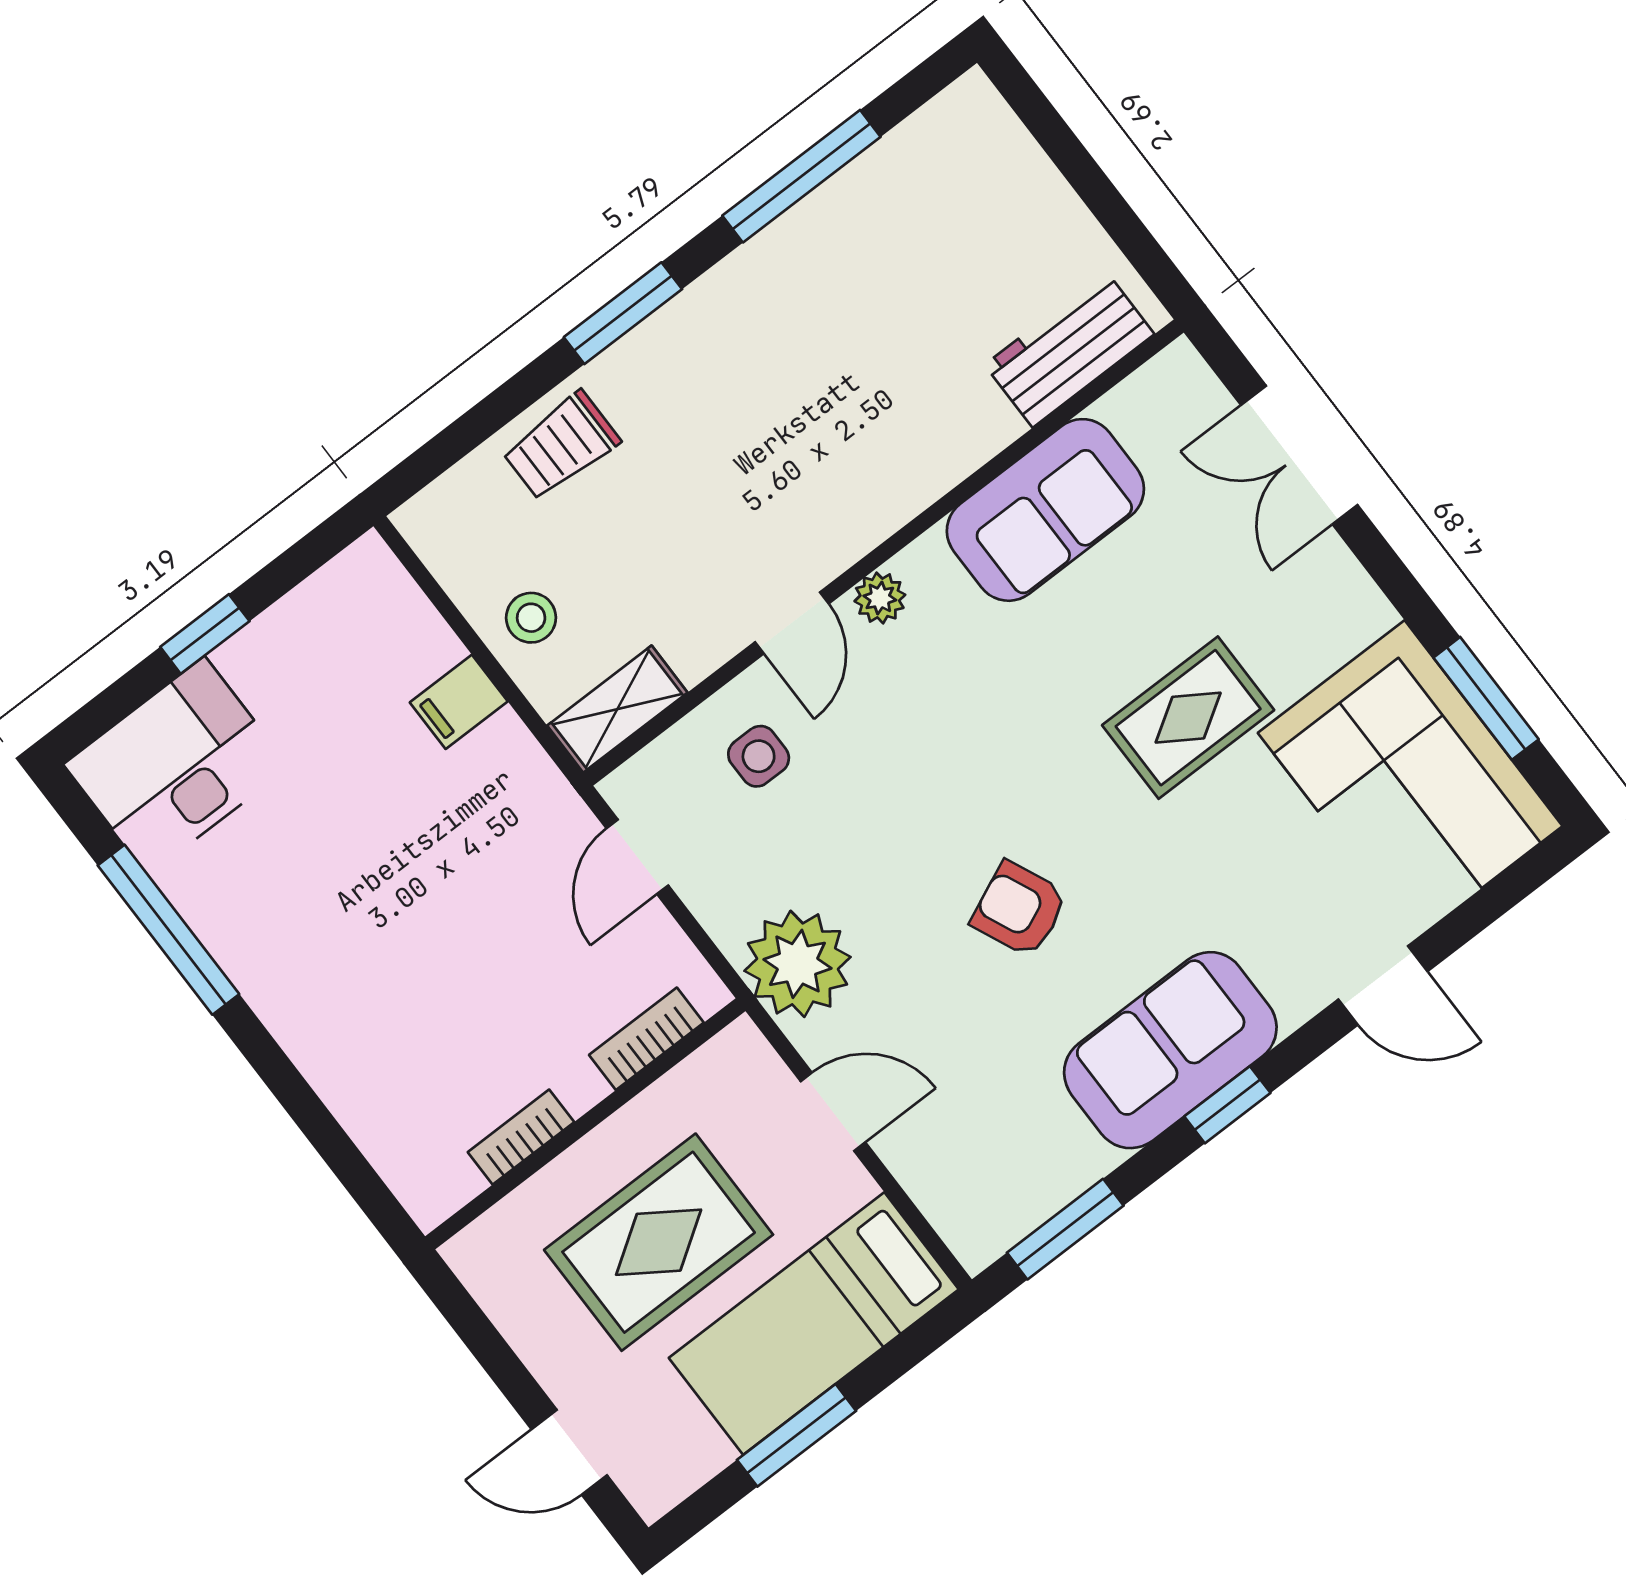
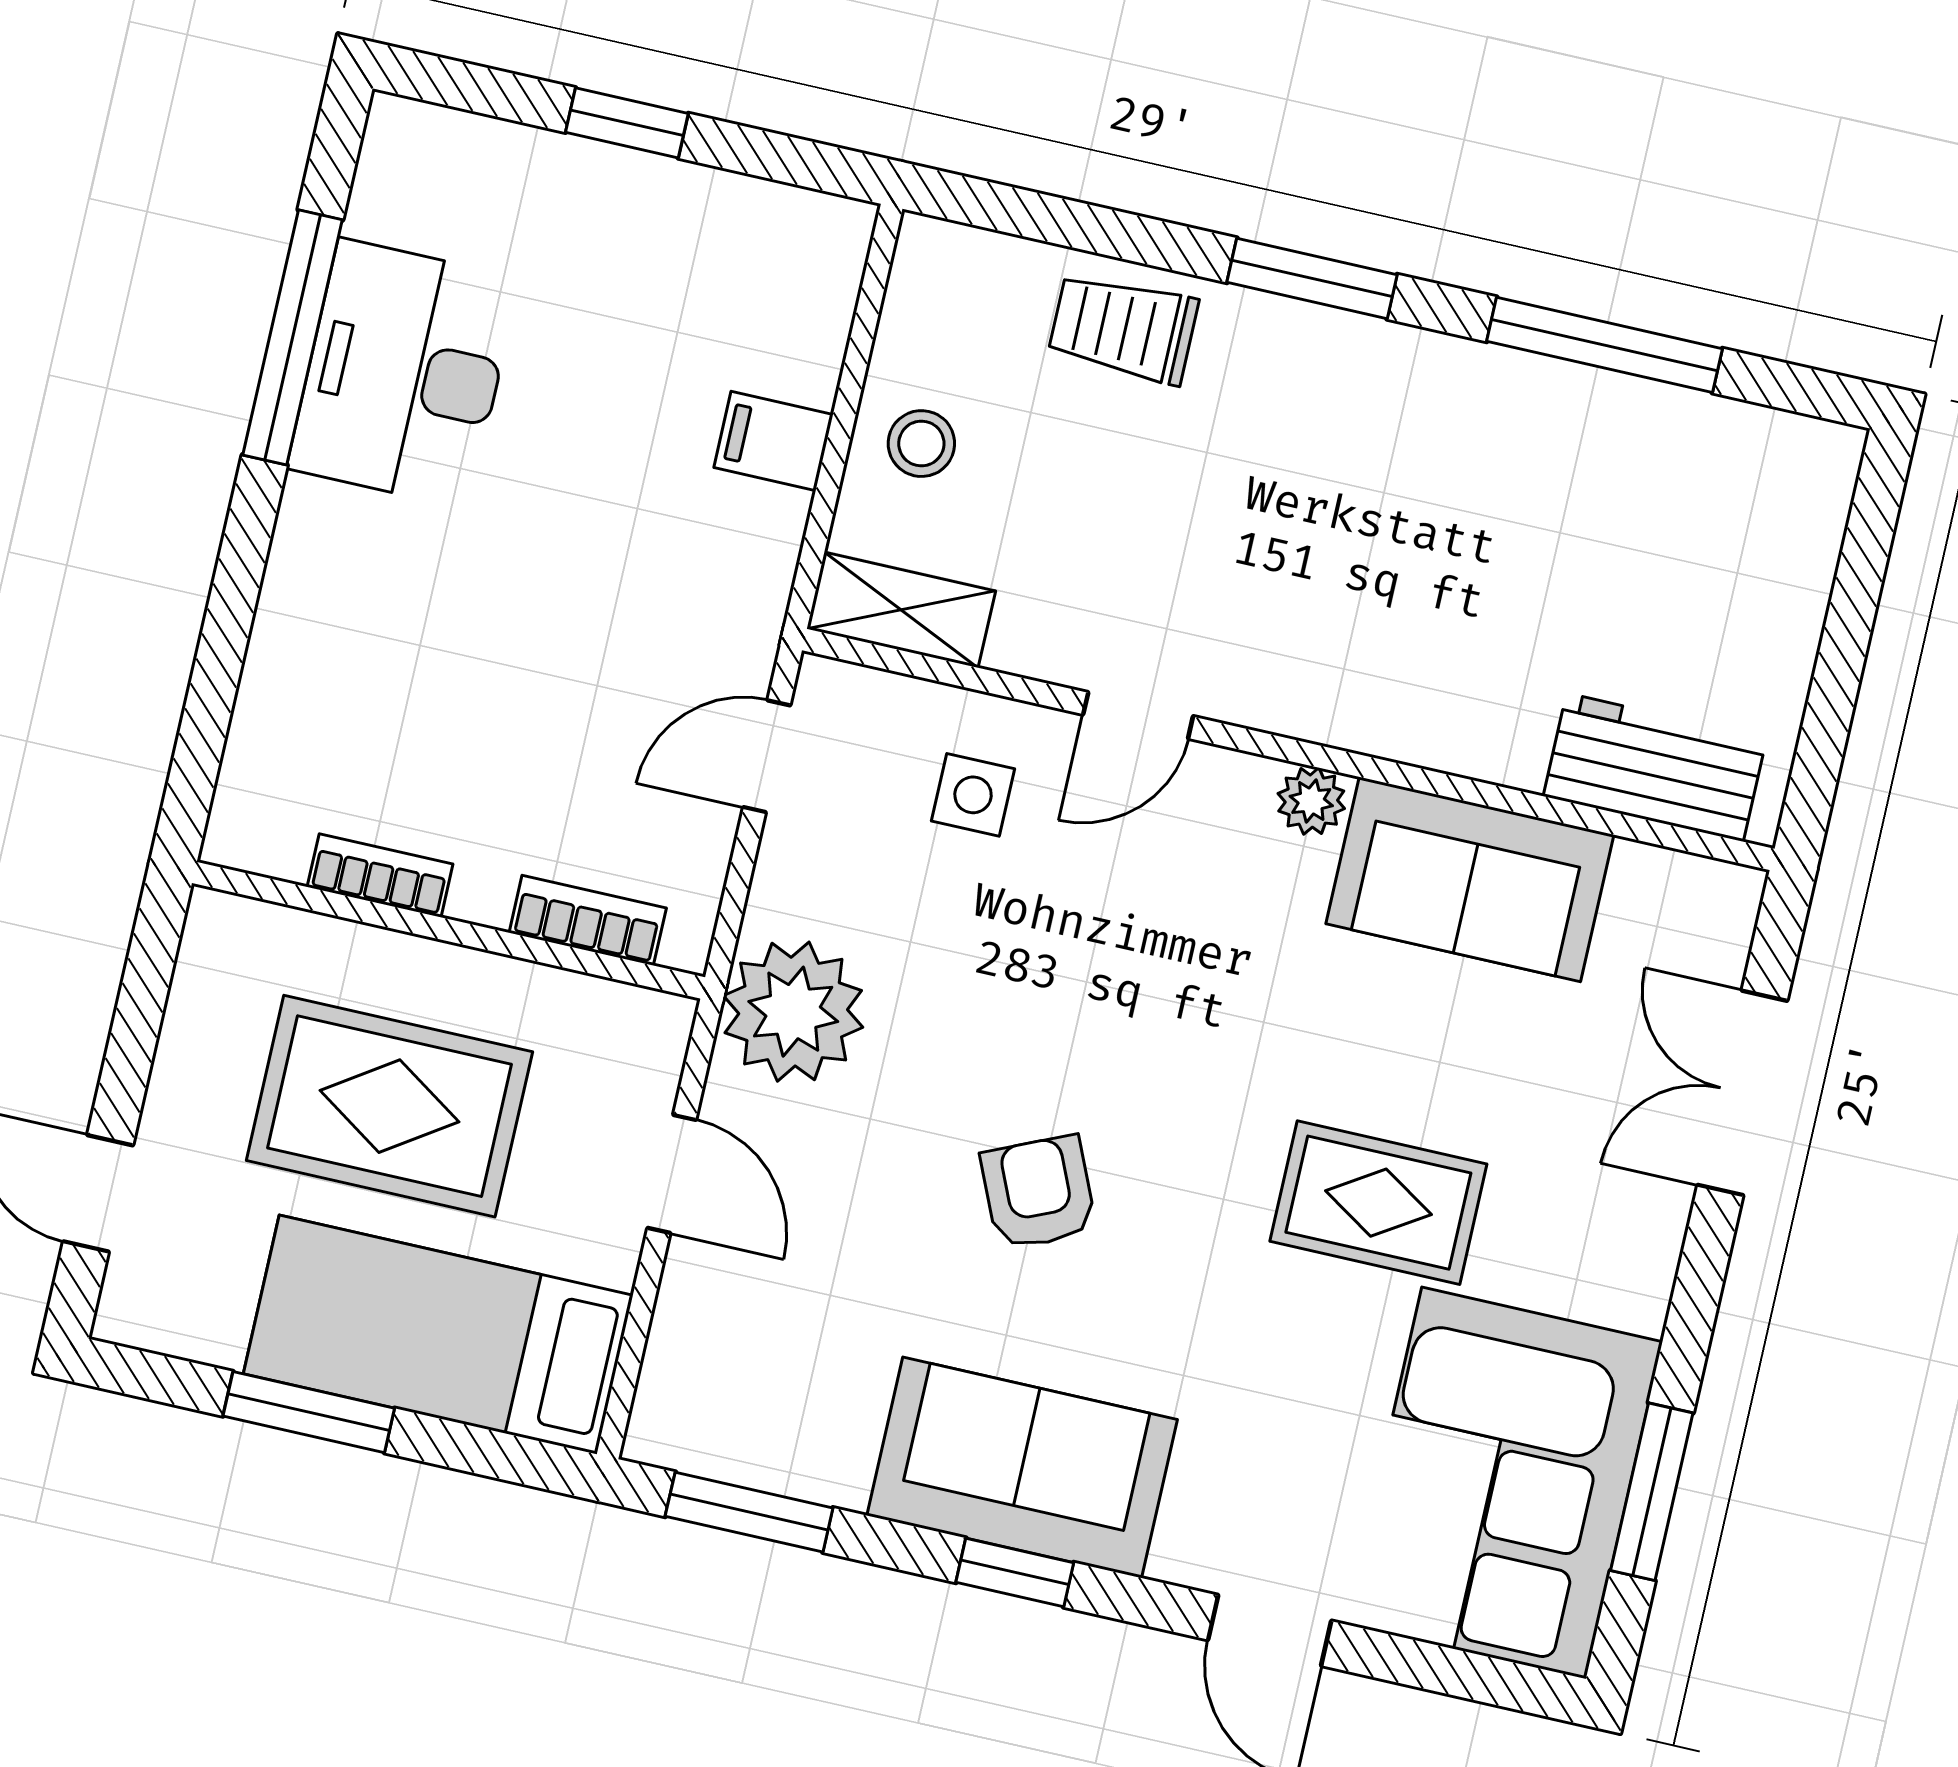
plant: (880, 598) -> (1311, 801), moved
desk: (176, 766) -> (403, 373), moved, turned -90

